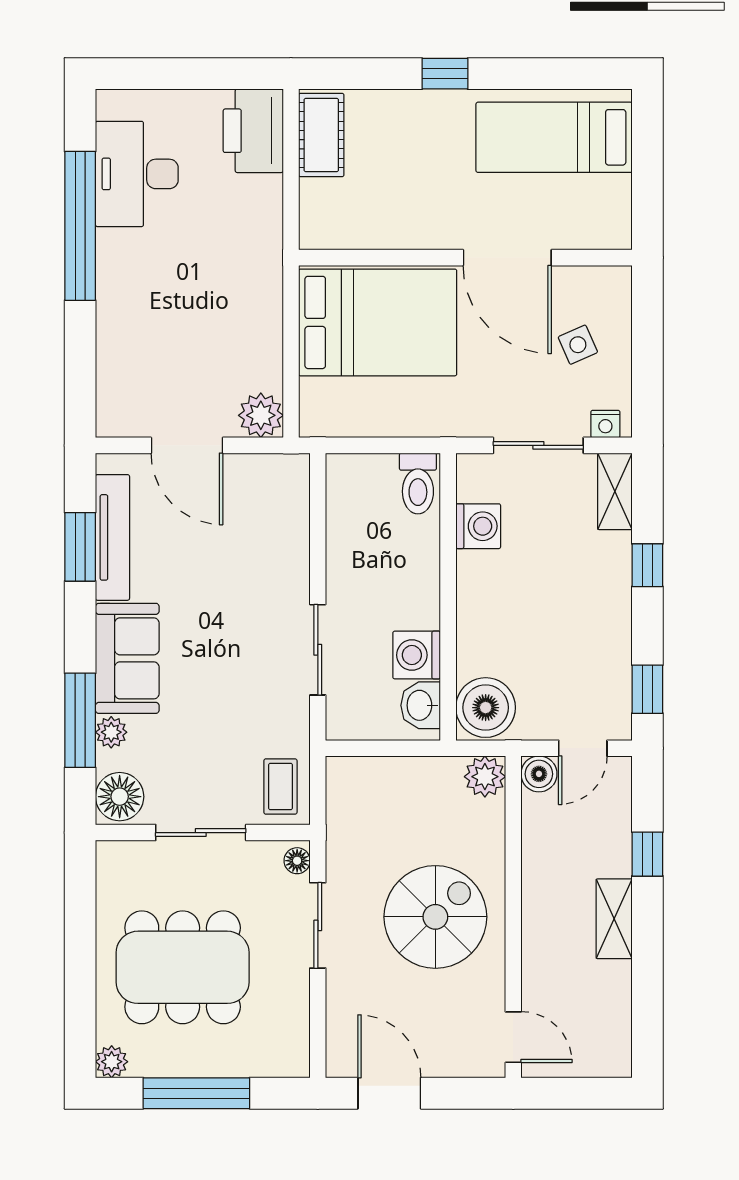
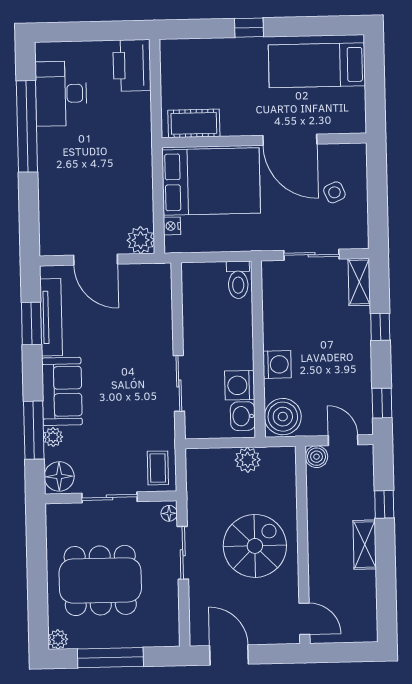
cot: (321, 135) -> (194, 123), moved, turned 90
nightstand: (605, 424) -> (172, 226), moved, turned 90
washing machine: (478, 526) -> (277, 364), moved
door: (583, 748) -> (343, 440), swing flipped
plant: (485, 777) -> (248, 460), moved

